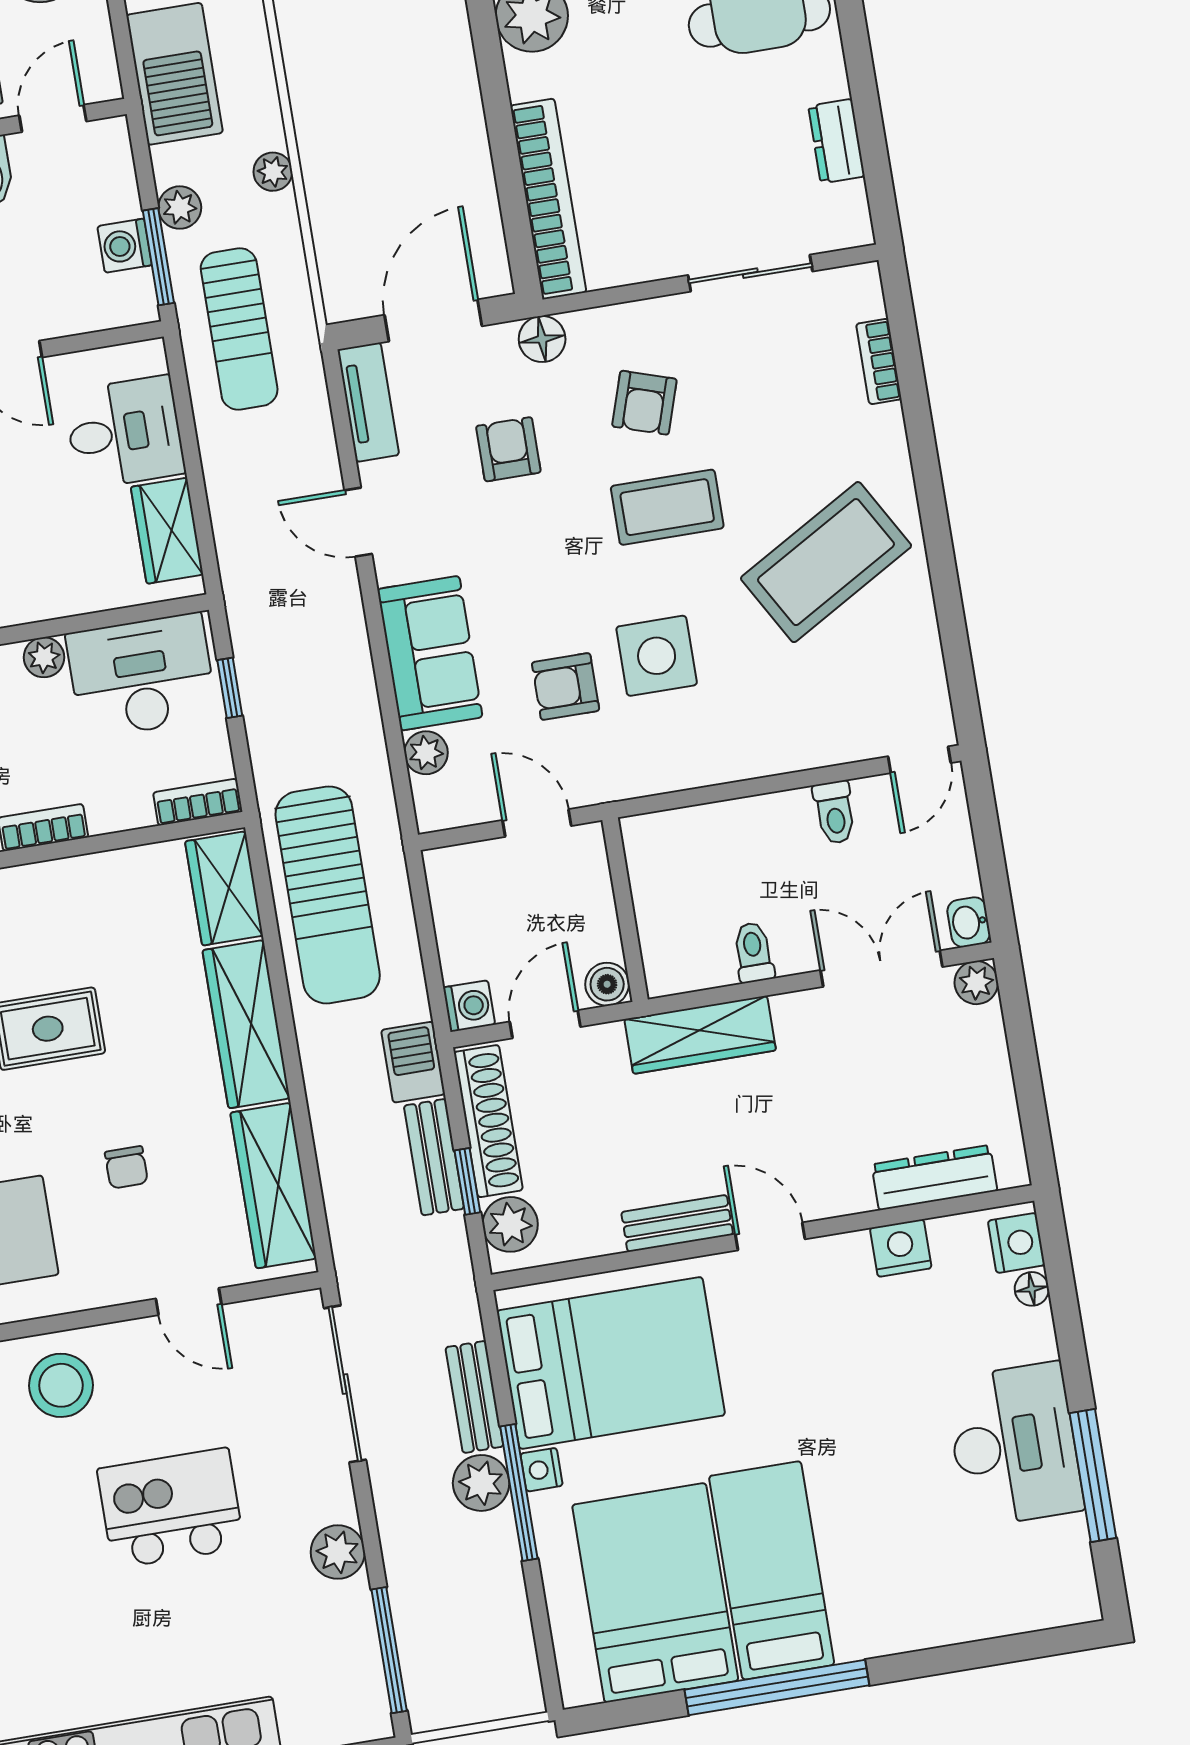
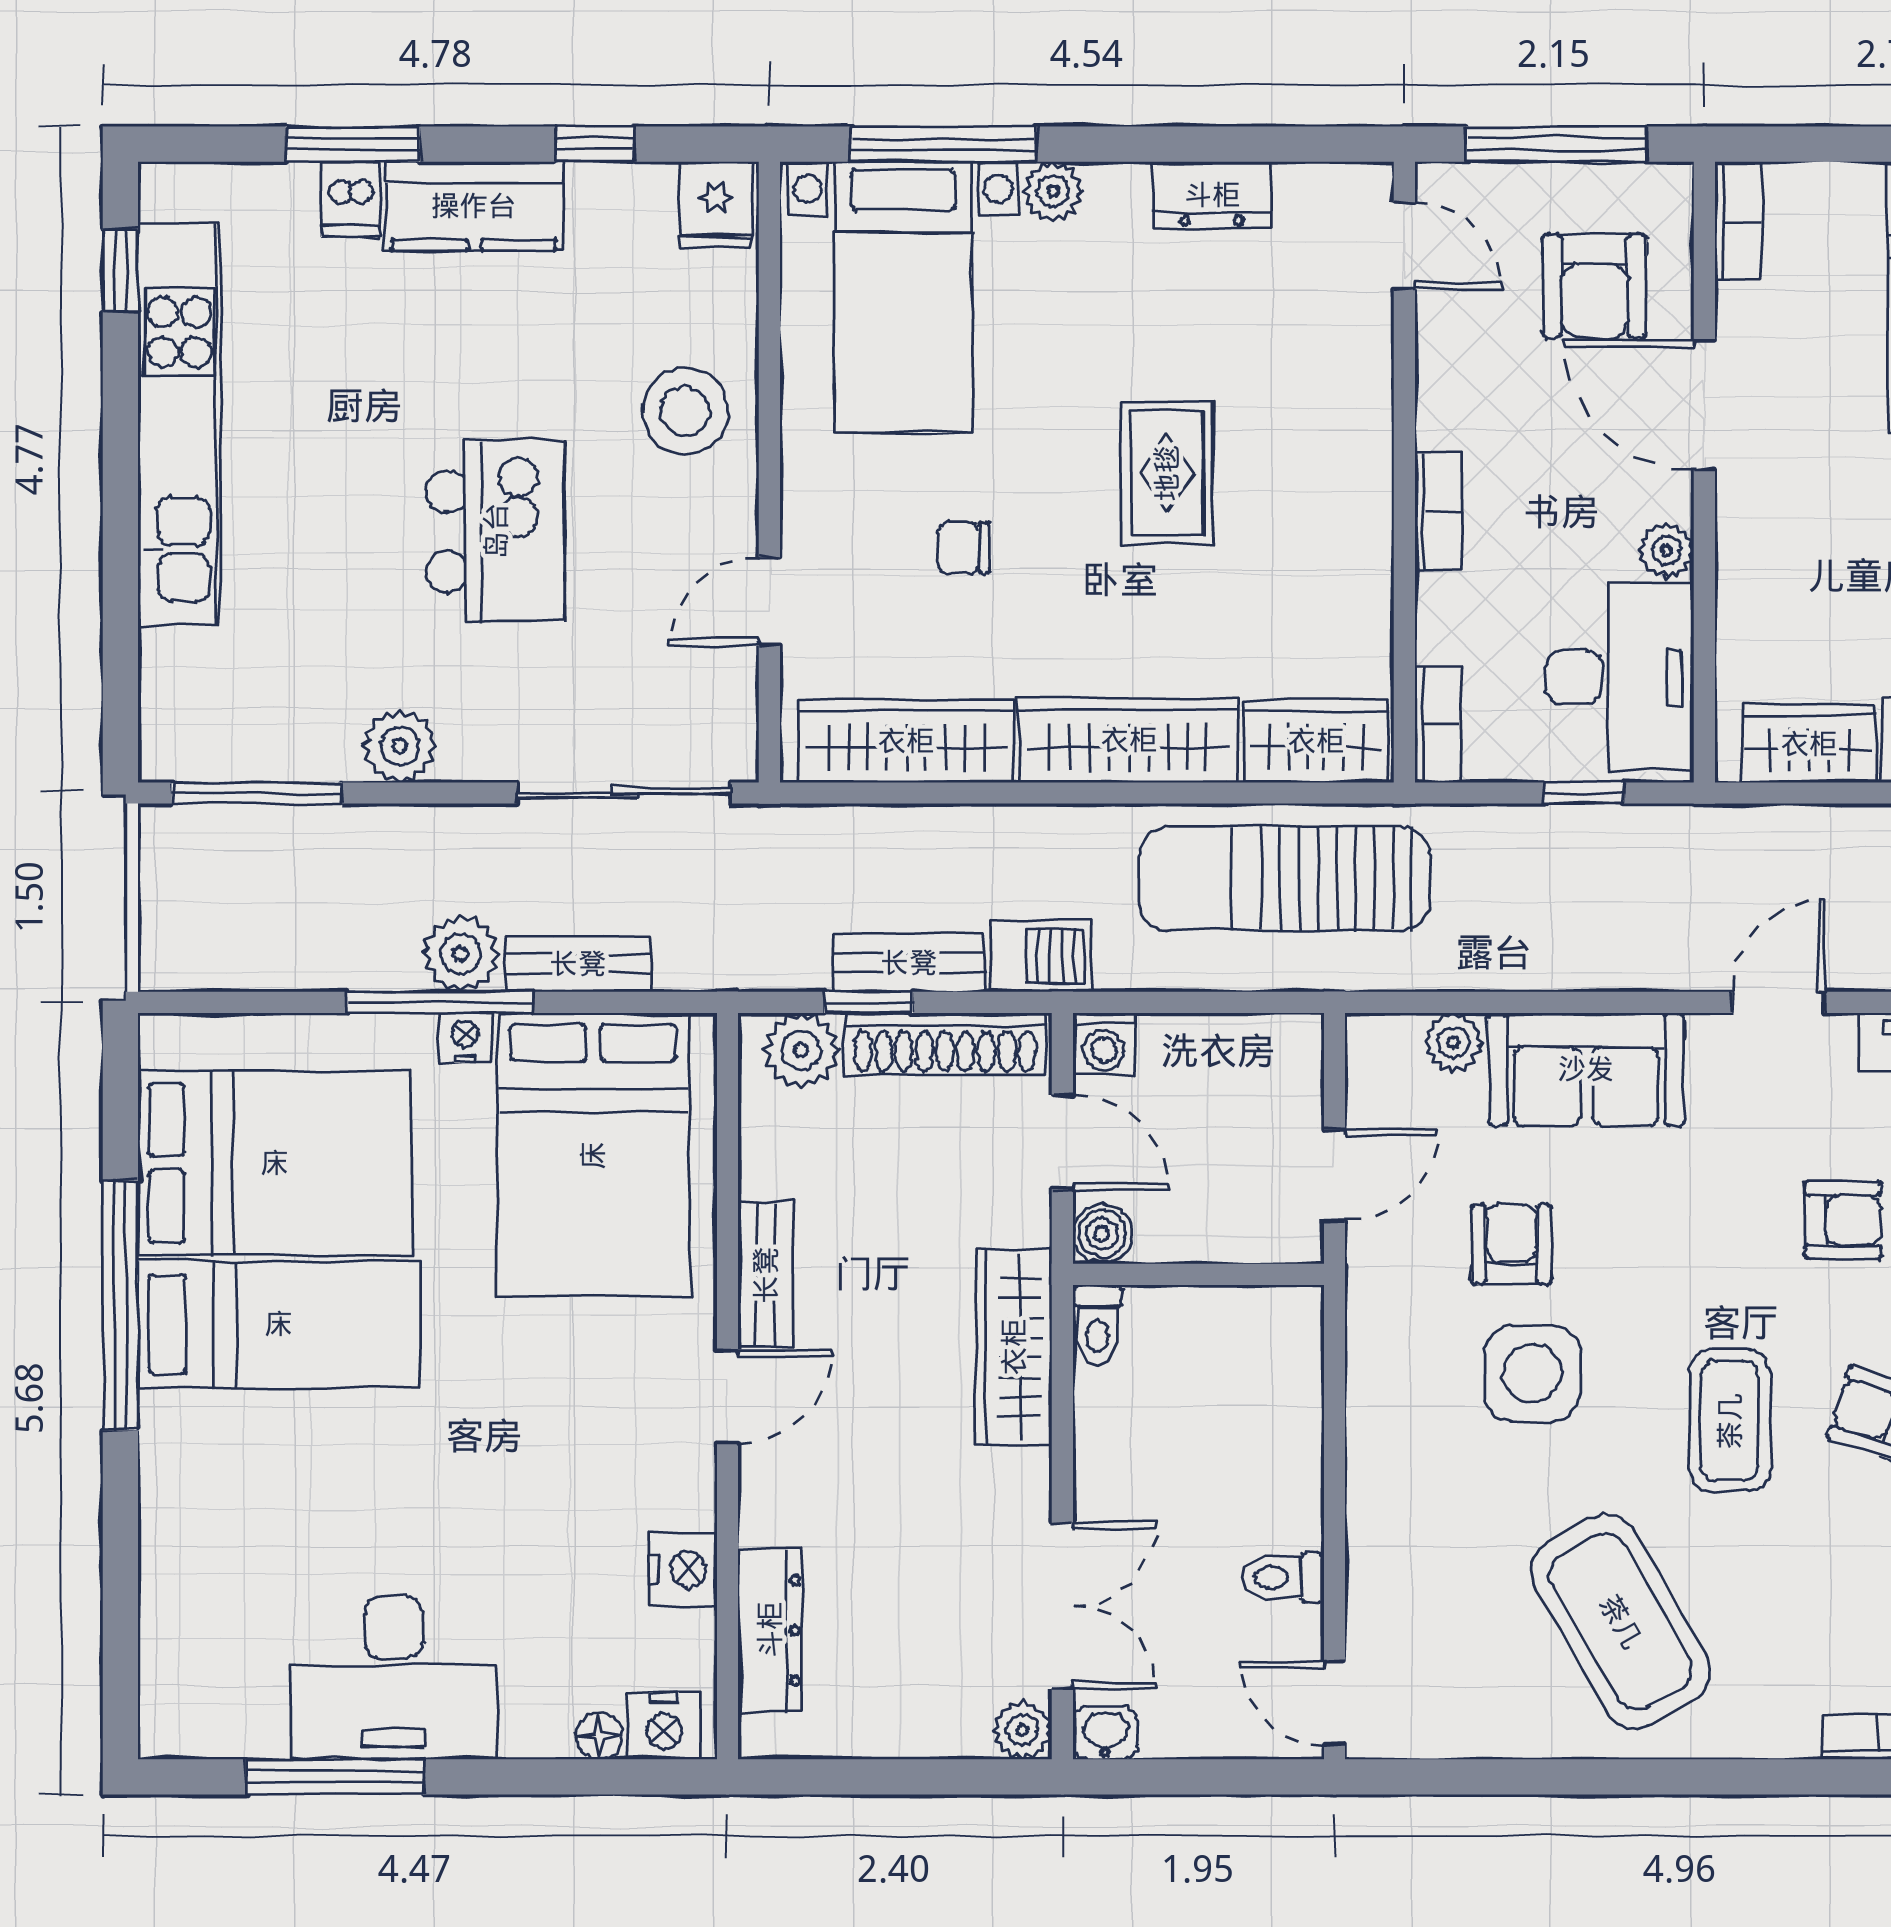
toilet: (753, 952) -> (1097, 1325), moved, turned 90

